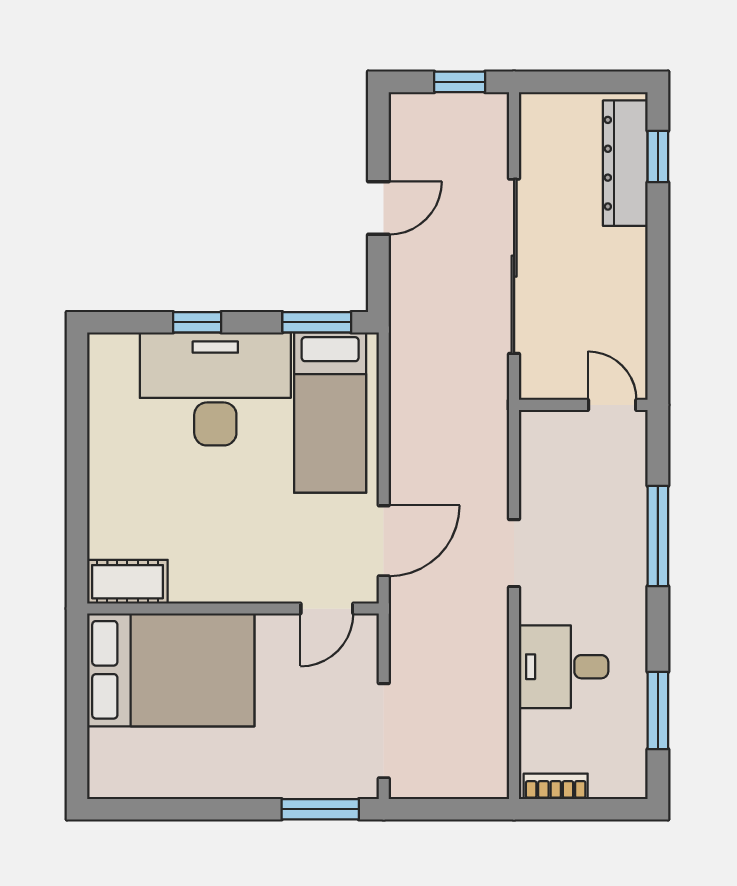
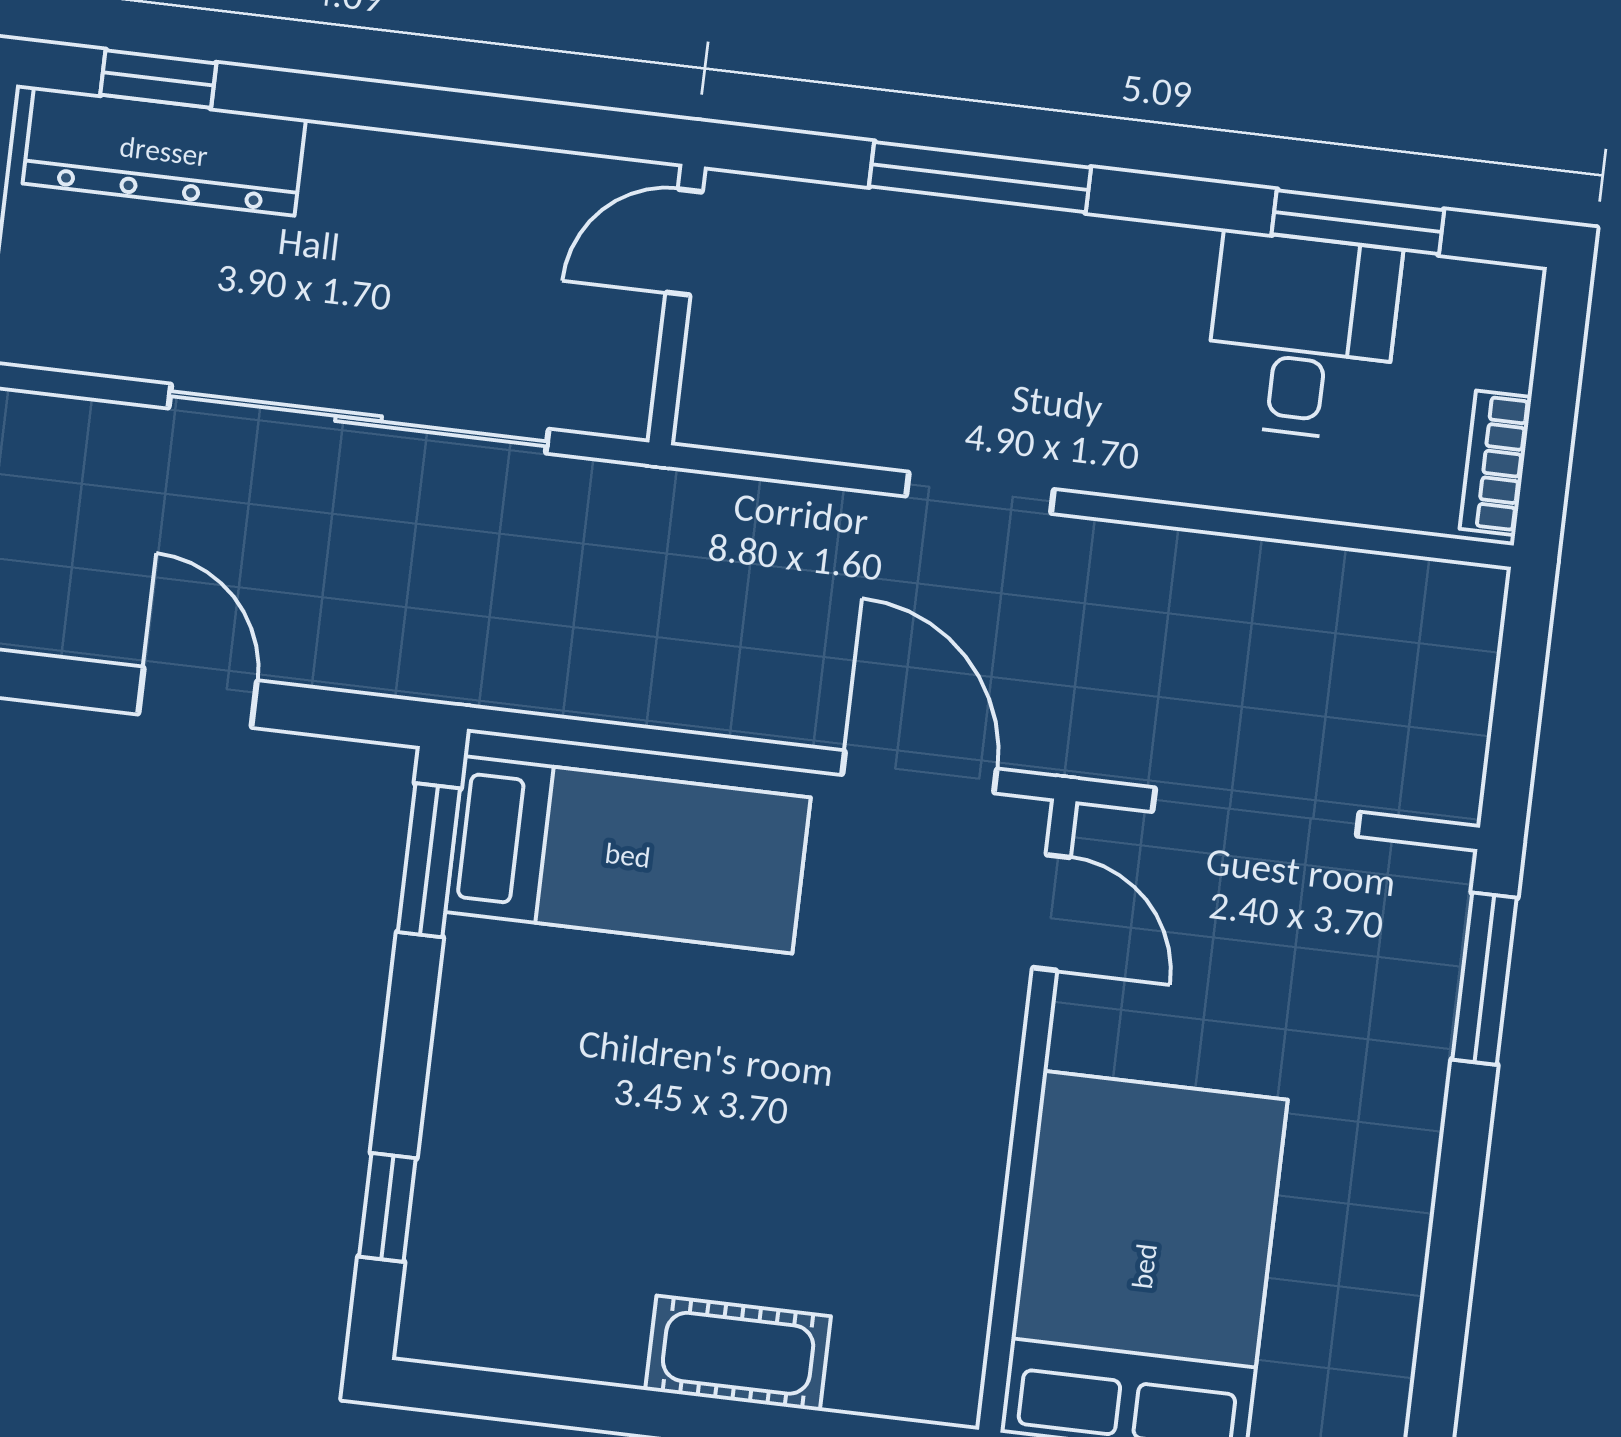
window: (197, 322) -> (387, 1207), moved
desk: (215, 389) -> (547, 1097), removed
cot: (127, 582) -> (738, 1353), moved, turned 90
desk: (564, 667) -> (1302, 336), moved, turned 180
doorway: (384, 731) -> (1256, 812), moved

